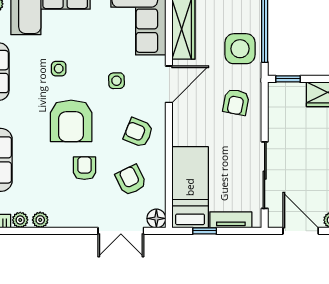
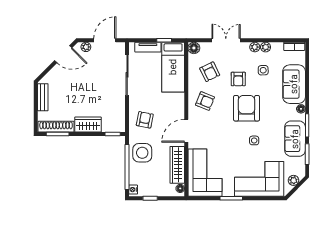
side table: (116, 81) -> (263, 70), moved
plant: (20, 220) -> (255, 47), moved
double door: (121, 231) -> (226, 40), moved
door: (301, 231) -> (105, 40), swing flipped

